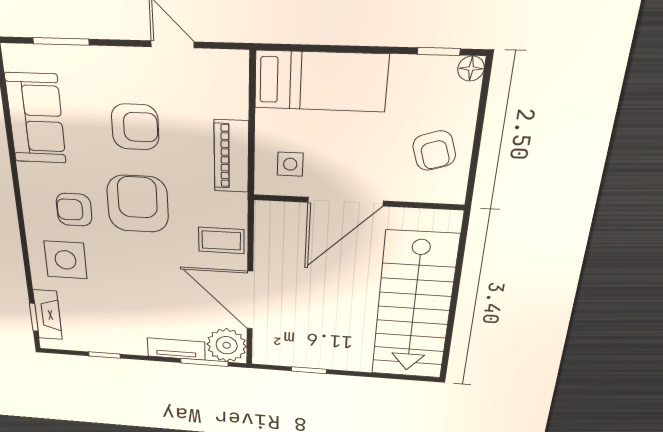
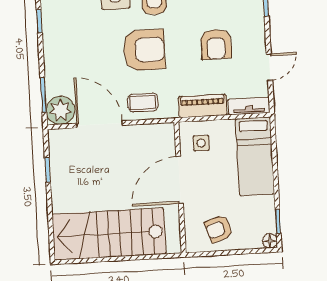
door: (345, 202) -> (180, 180), hinge flipped
armchair: (138, 204) -> (144, 50), moved
coffee table: (221, 240) -> (143, 102), turned 90
door: (250, 300) -> (100, 124), hinge flipped
tv unit: (176, 349) -> (249, 106), moved, turned -90

